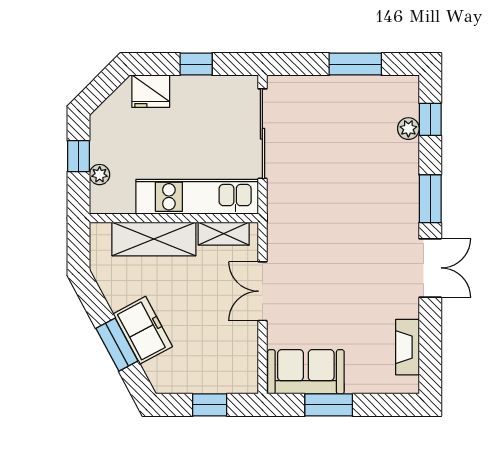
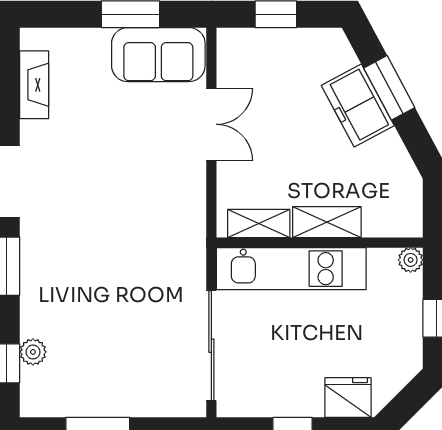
plant: (100, 175) -> (411, 260), moved
shelving: (154, 239) -> (327, 222), width x0.67, depth x0.75
double door: (262, 291) -> (211, 124), moved

